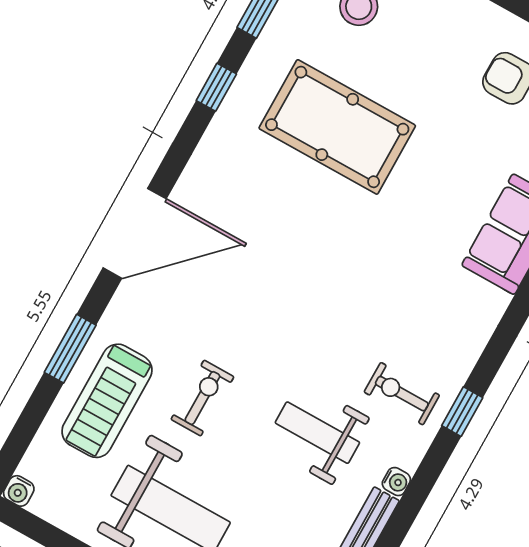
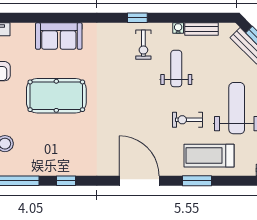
pool table: (337, 127) -> (56, 96), moved, turned 90
treadmill: (107, 401) -> (209, 156), turned 180
weight bench: (317, 433) -> (176, 69), turned 180

